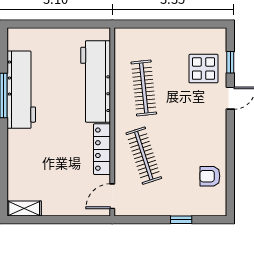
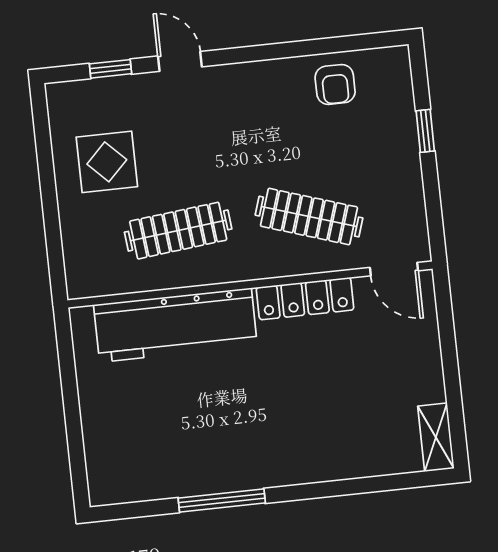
display table: (203, 69) -> (107, 162), moved
workbench: (21, 90) -> (207, 467), removed
clothes rail: (144, 156) -> (309, 217), turned 36

